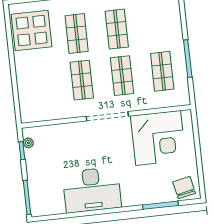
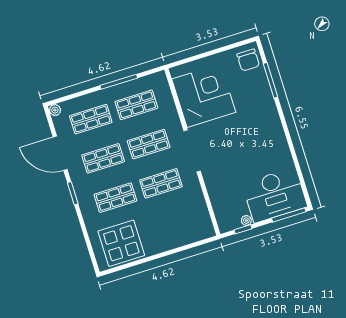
shop shelf: (157, 25) -> (91, 119), added
plant: (28, 143) -> (246, 221), moved
chair: (184, 188) -> (248, 60), turned -78
desk: (92, 190) -> (275, 195), moved, turned 90

